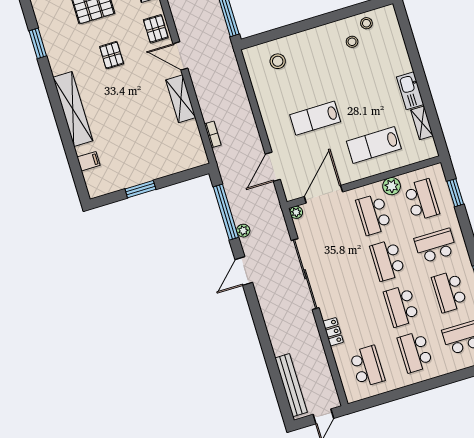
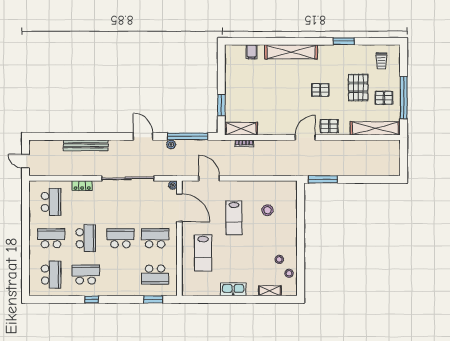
stool: (278, 61) -> (267, 210), moved
shelving: (181, 99) -> (241, 129), moved
lab bench: (315, 118) -> (234, 218), turned 180
shelving: (422, 123) -> (270, 291), moved
lab bench: (374, 145) -> (203, 253), turned 180
plant: (392, 186) -> (171, 257), removed
window: (140, 189) -> (221, 105), moved
school desk: (435, 246) -> (120, 275), removed
school desk: (401, 306) -> (86, 238), turned 90
school desk: (367, 366) -> (51, 202), turned -90
bench: (291, 385) -> (86, 145), moved

